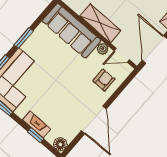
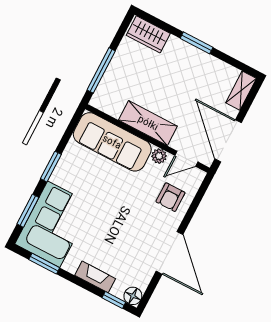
armchair: (104, 80) -> (170, 197), turned 180
window: (36, 135) -> (114, 300), moved

